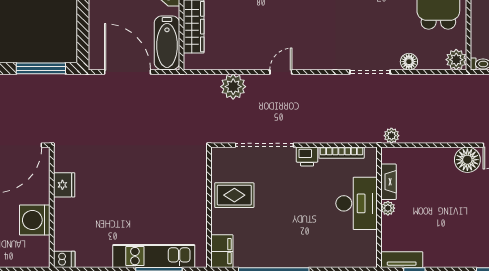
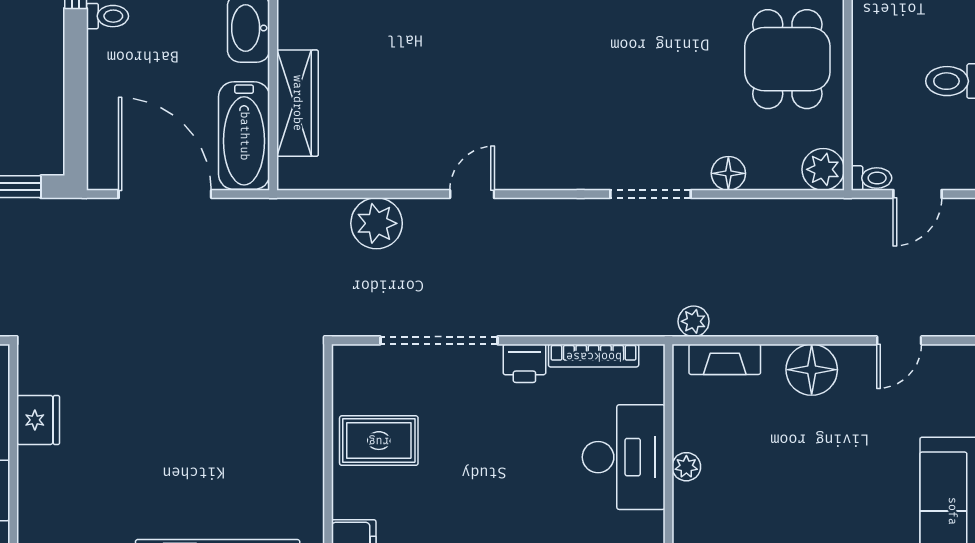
floor lamp: (467, 160) -> (812, 370), moved
fireplace: (388, 182) -> (725, 359), moved, turned 90

